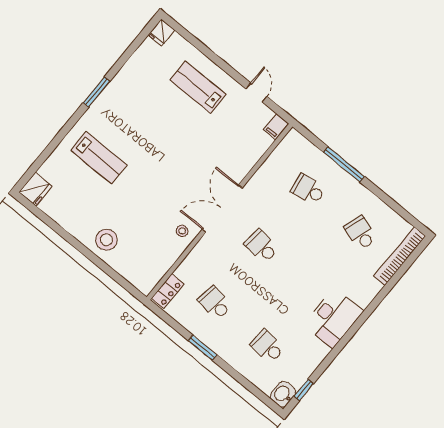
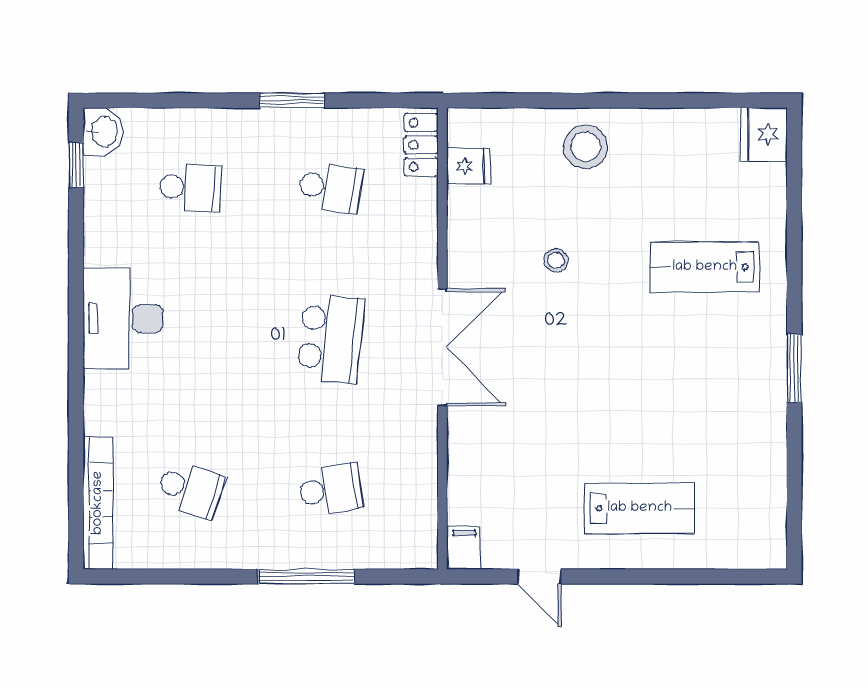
fridge: (161, 32) -> (468, 166), moved, turned 90
stool: (182, 231) -> (556, 260), moved
school desk: (262, 246) -> (331, 339), width x1.85

